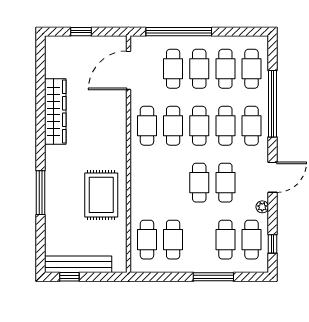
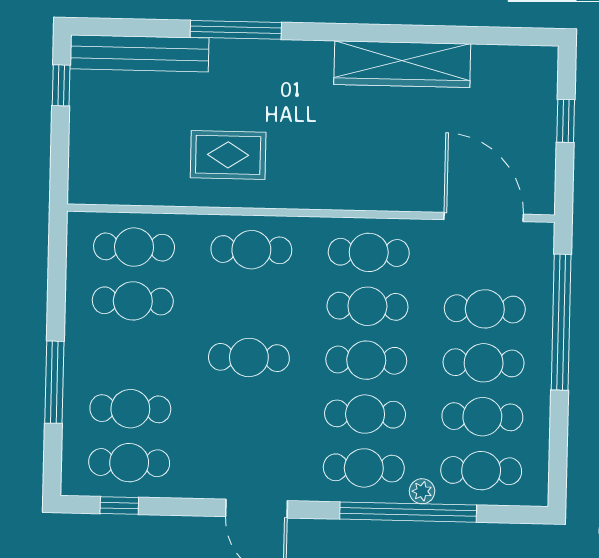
cafe table: (225, 183) -> (251, 250), moved
rug: (101, 195) -> (228, 155), width x0.73, depth x0.70
plant: (262, 207) -> (422, 491), moved
bench: (78, 264) -> (139, 53), moved, turned 90

